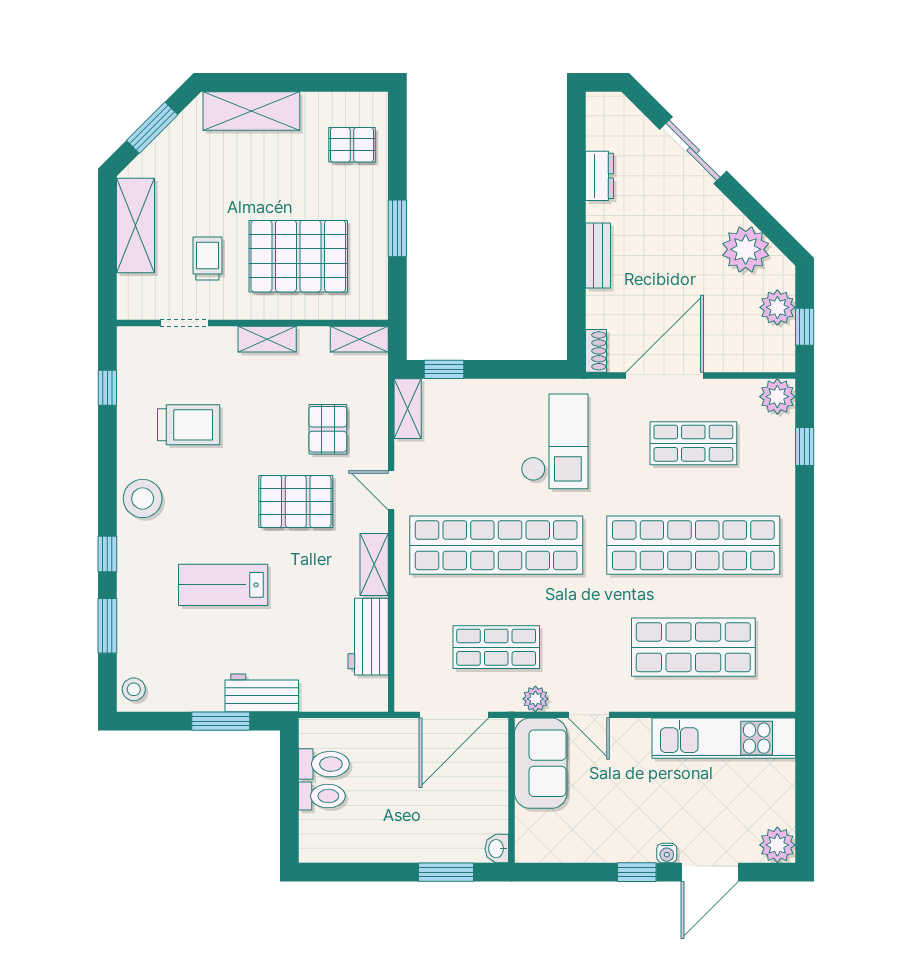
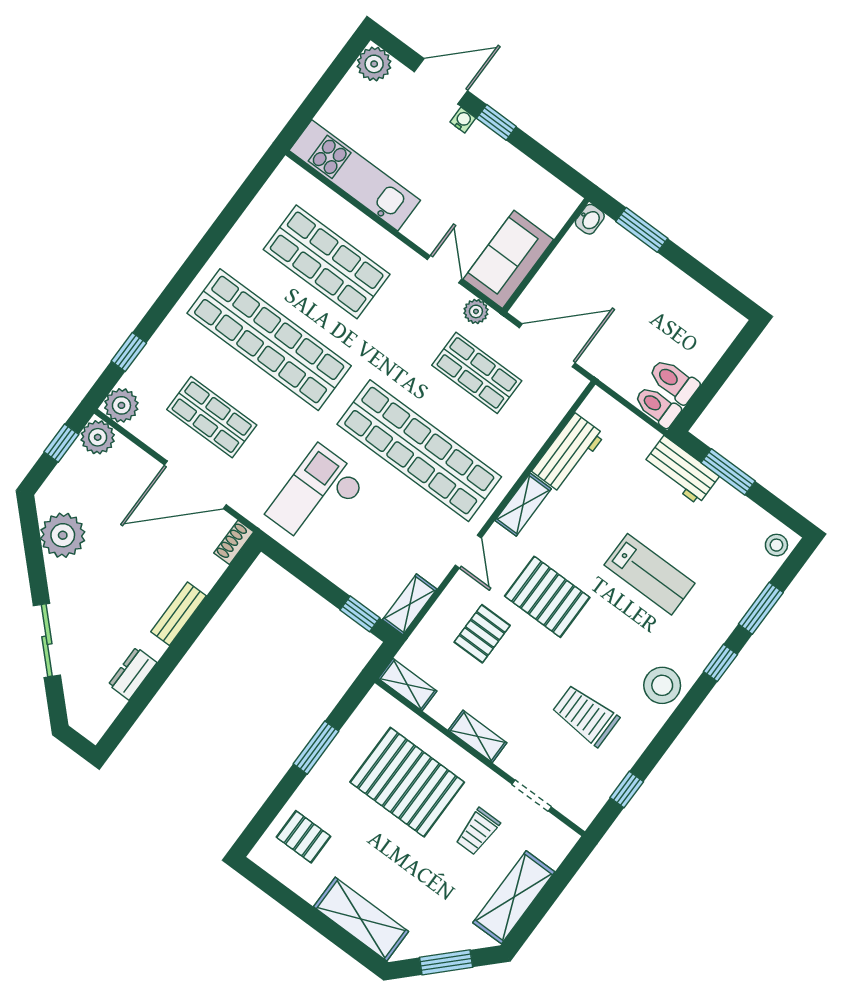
plant: (777, 307) -> (98, 437), moved
toilet: (322, 796) -> (657, 406), moved

